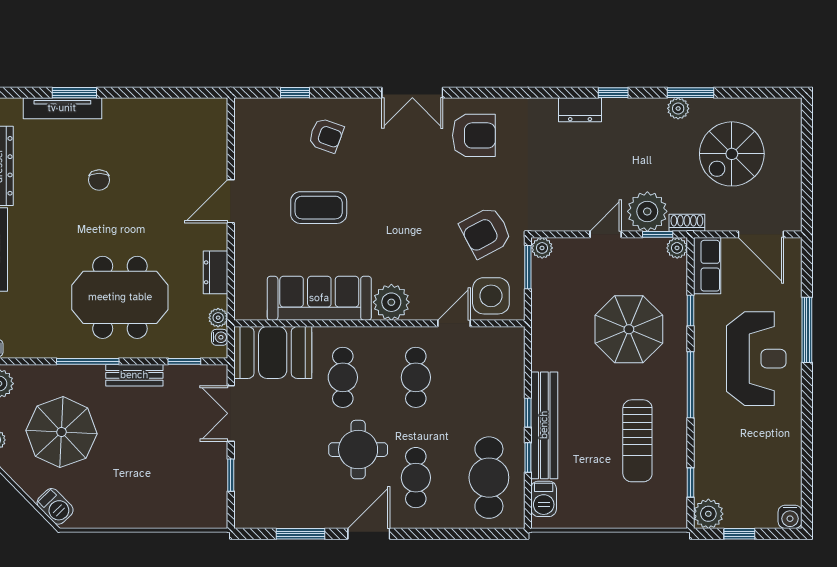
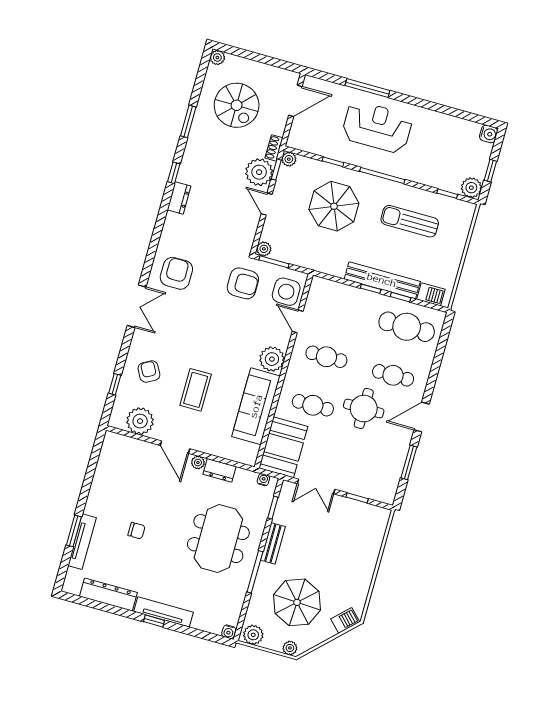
plant: (678, 108) -> (217, 57), moved
armchair: (326, 135) -> (149, 372), turned -49
plant: (253, 142) -> (140, 421), added
armchair: (486, 232) -> (243, 283), turned -62
row of seats: (707, 266) -> (306, 142), removed
plant: (218, 318) -> (198, 462), moved
sun lounger: (637, 441) -> (410, 221), turned 180
door: (369, 534) -> (422, 417), hinge flipped

